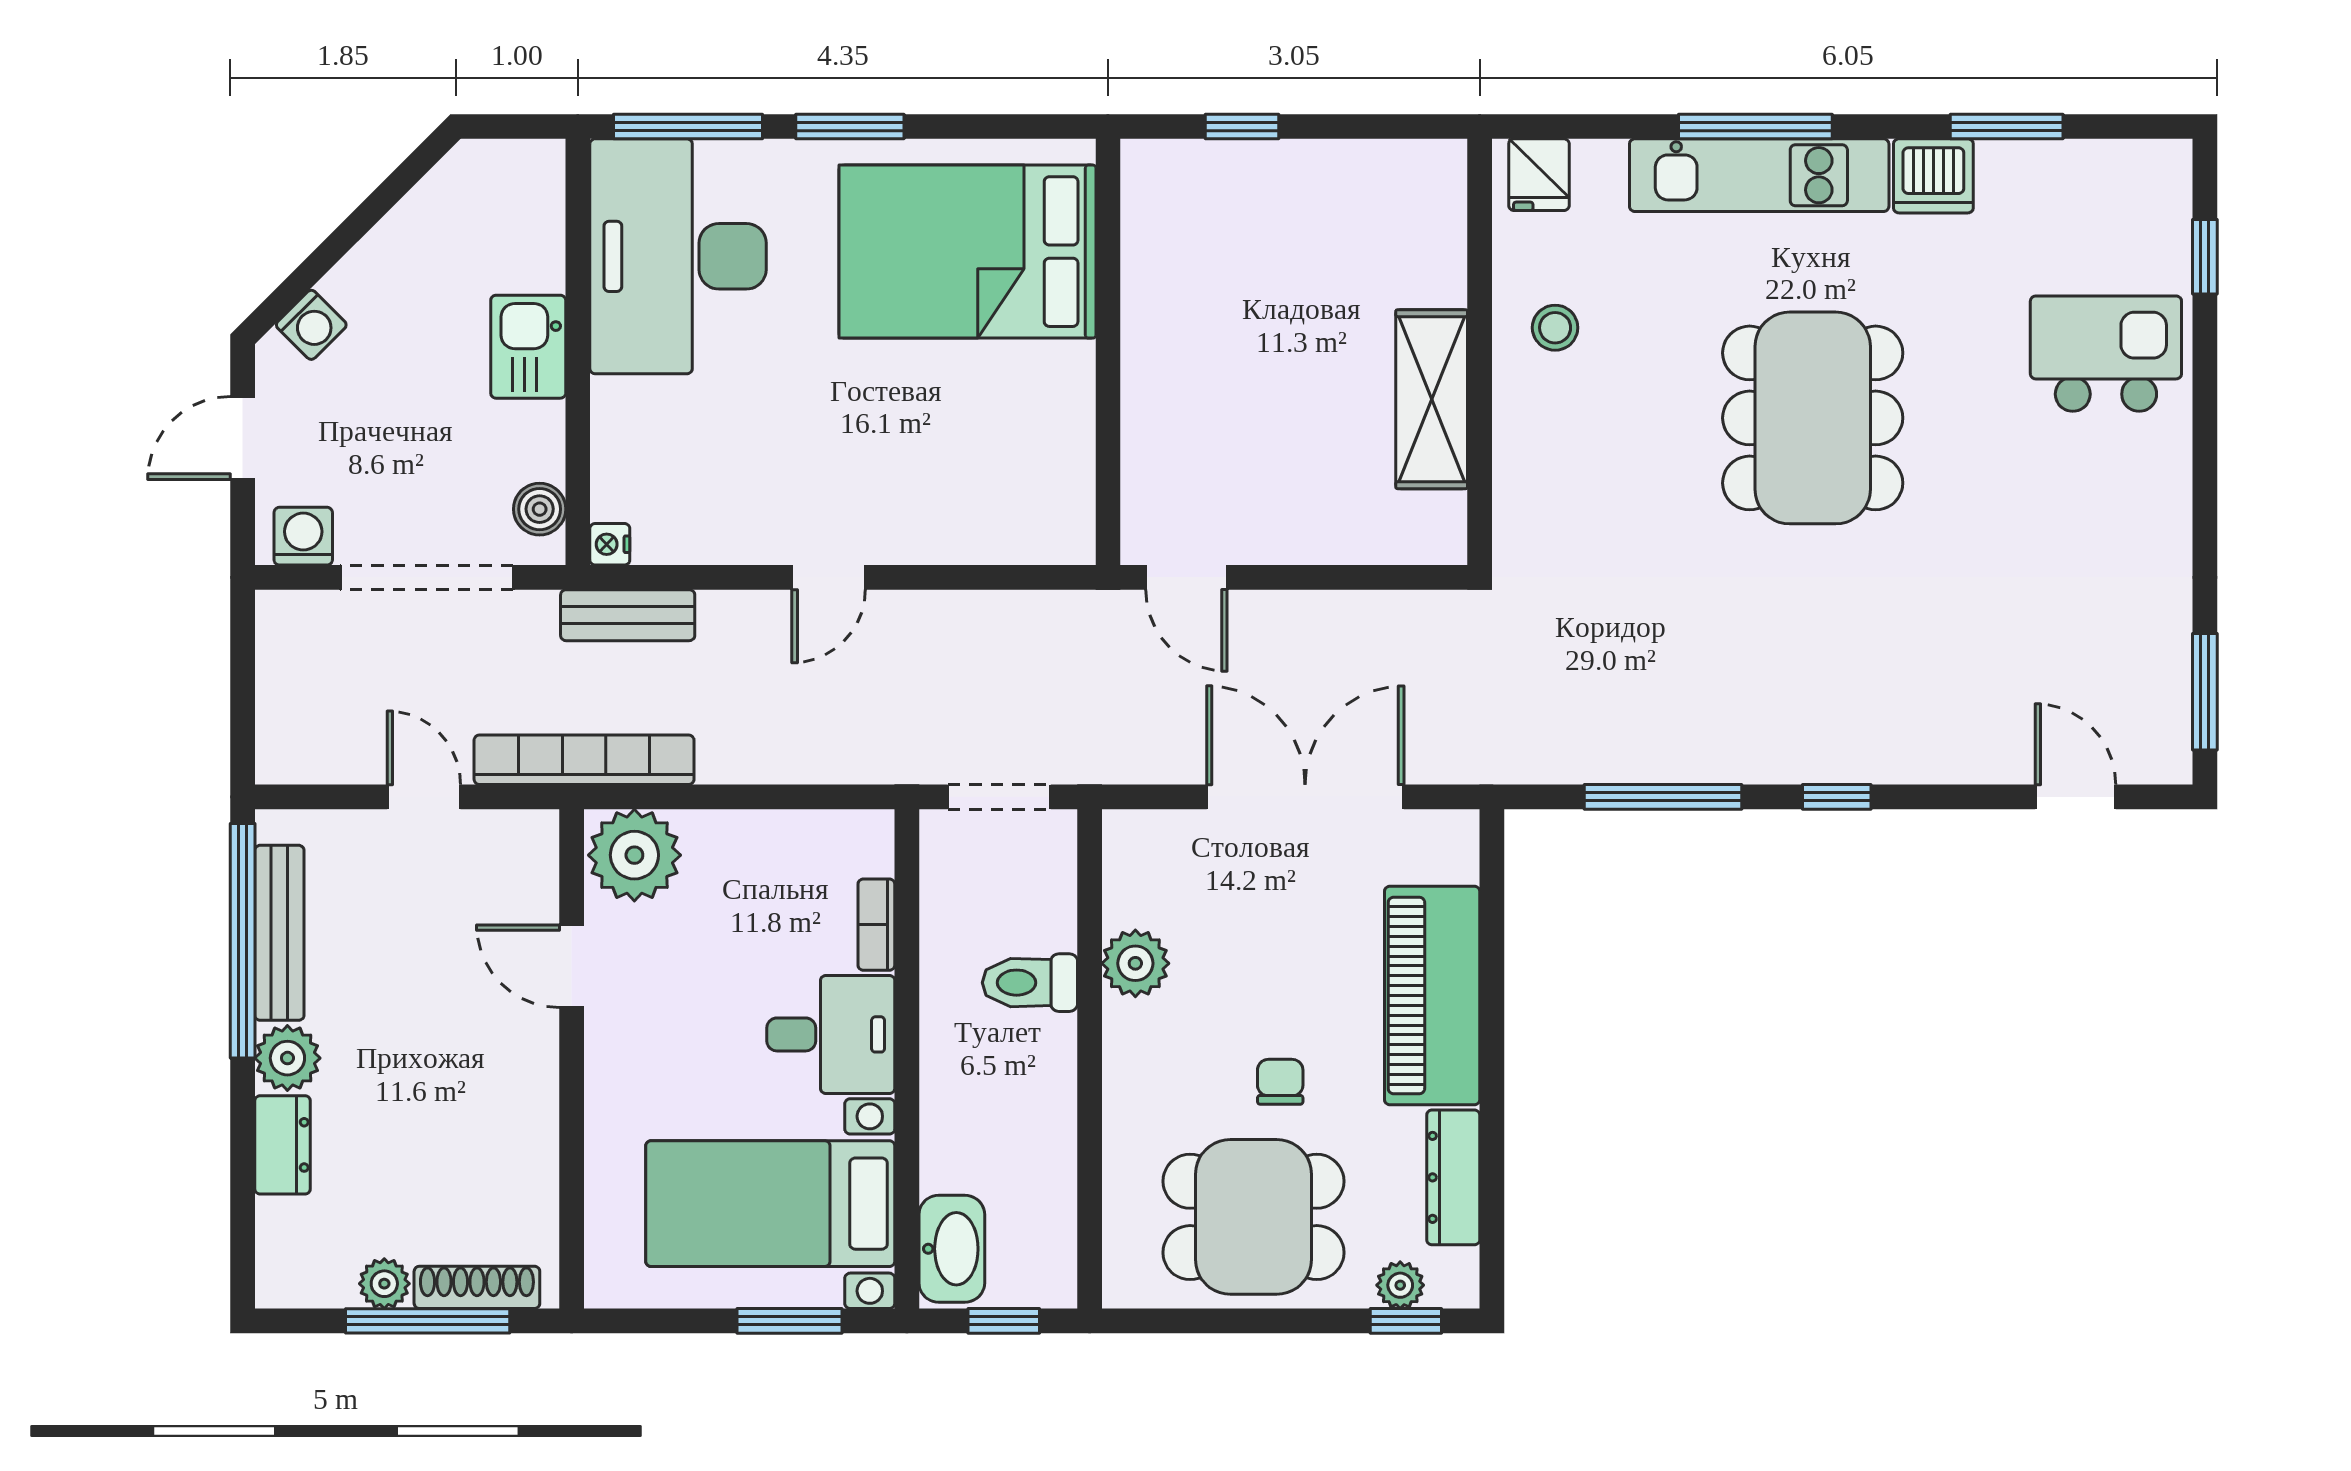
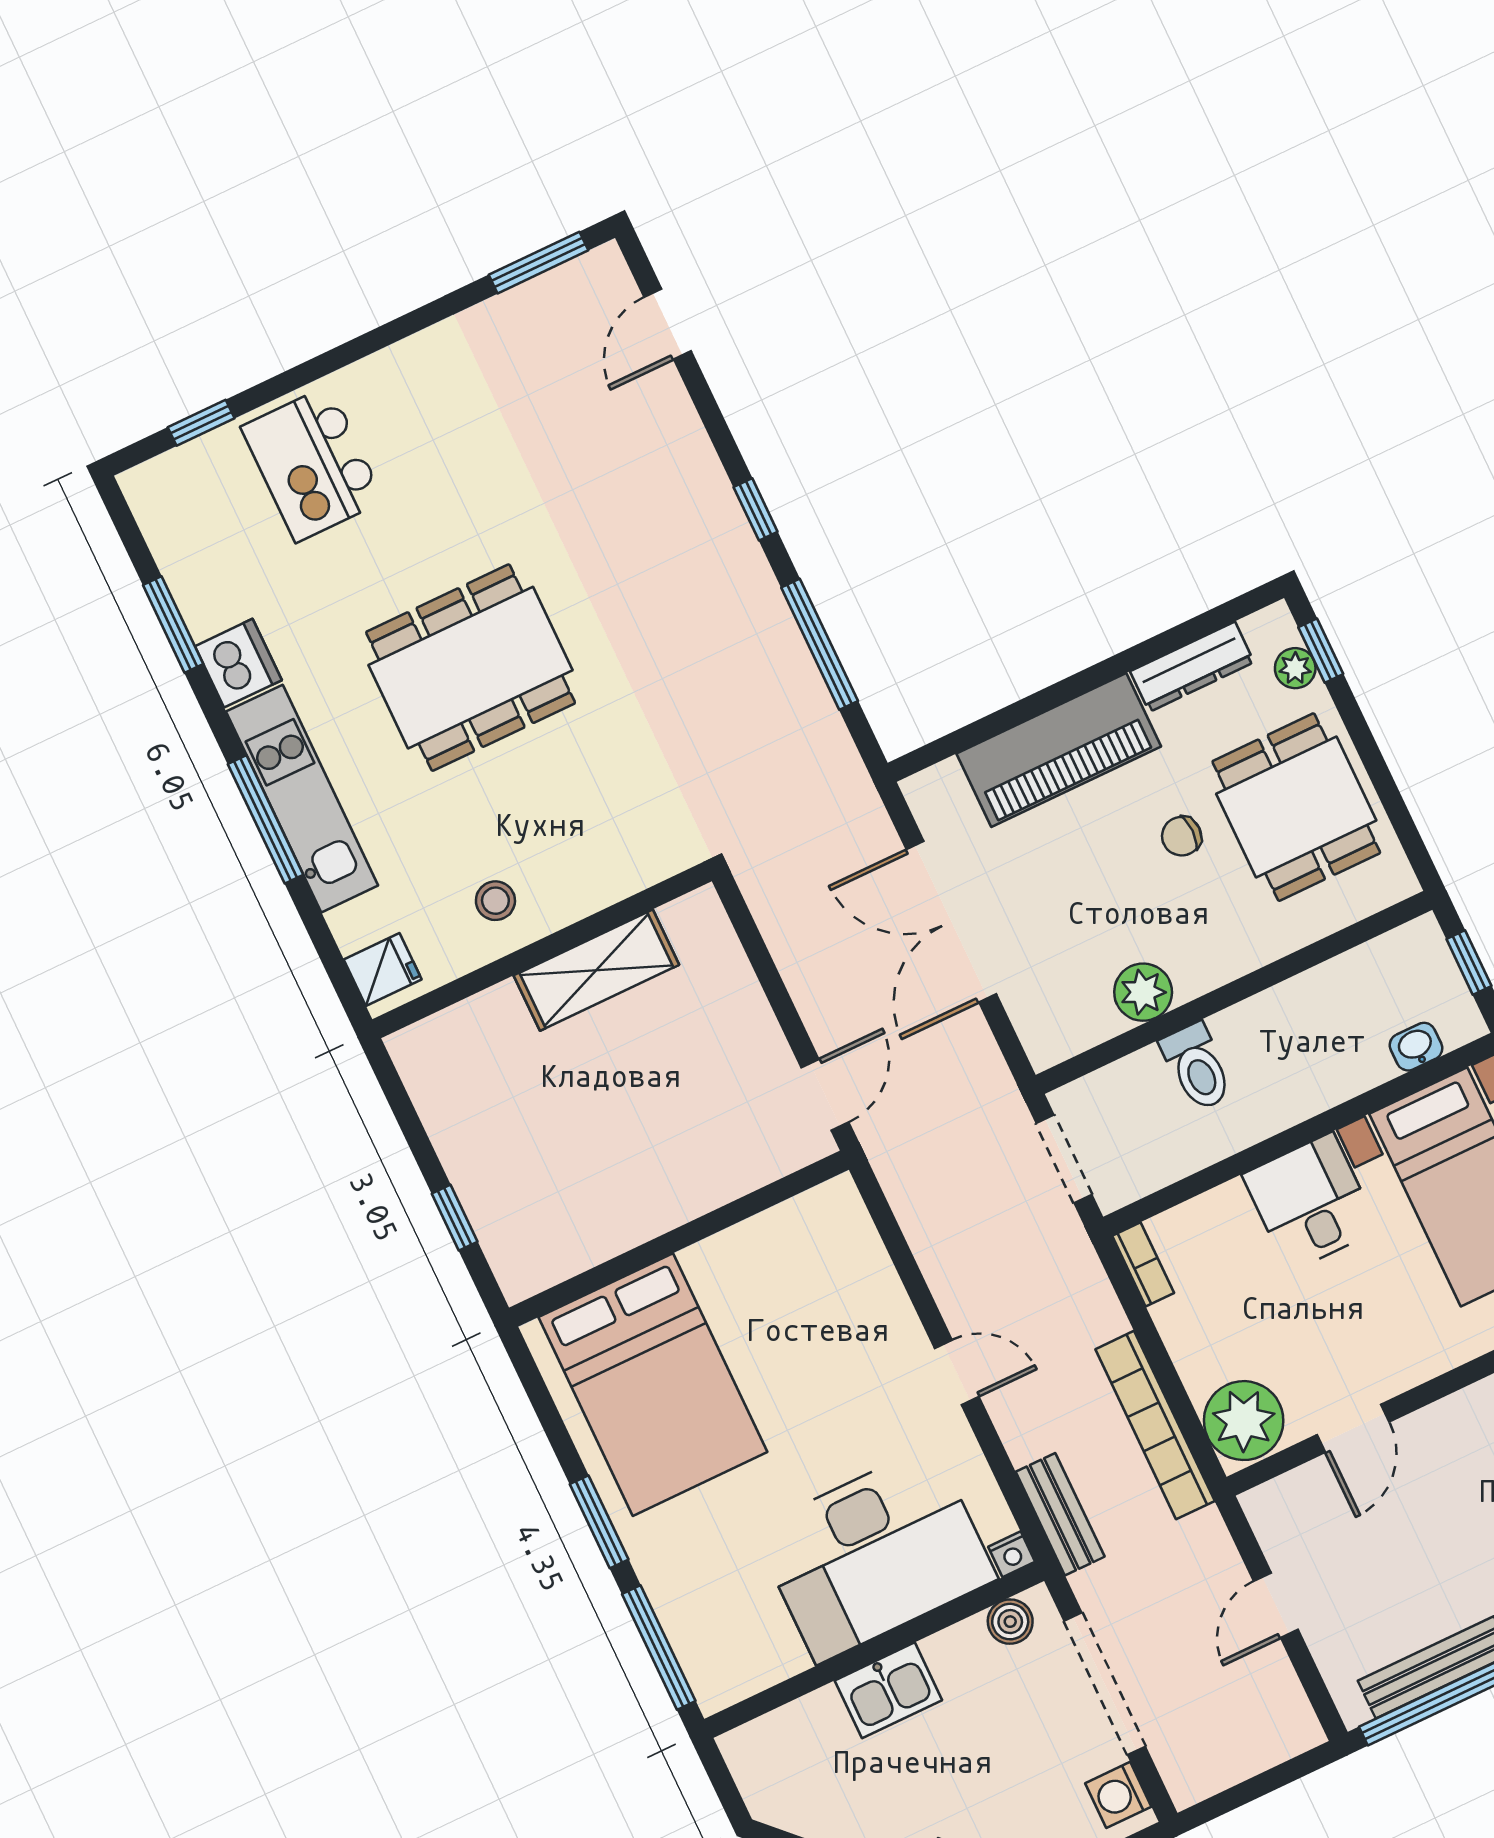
desk: (678, 256) -> (875, 1554), moved
bookcase: (584, 760) -> (1155, 1425), moved
bookcase: (876, 925) -> (1143, 1264), moved, turned -90
washbasin: (952, 1249) -> (1416, 1047), width x0.52, depth x0.69

